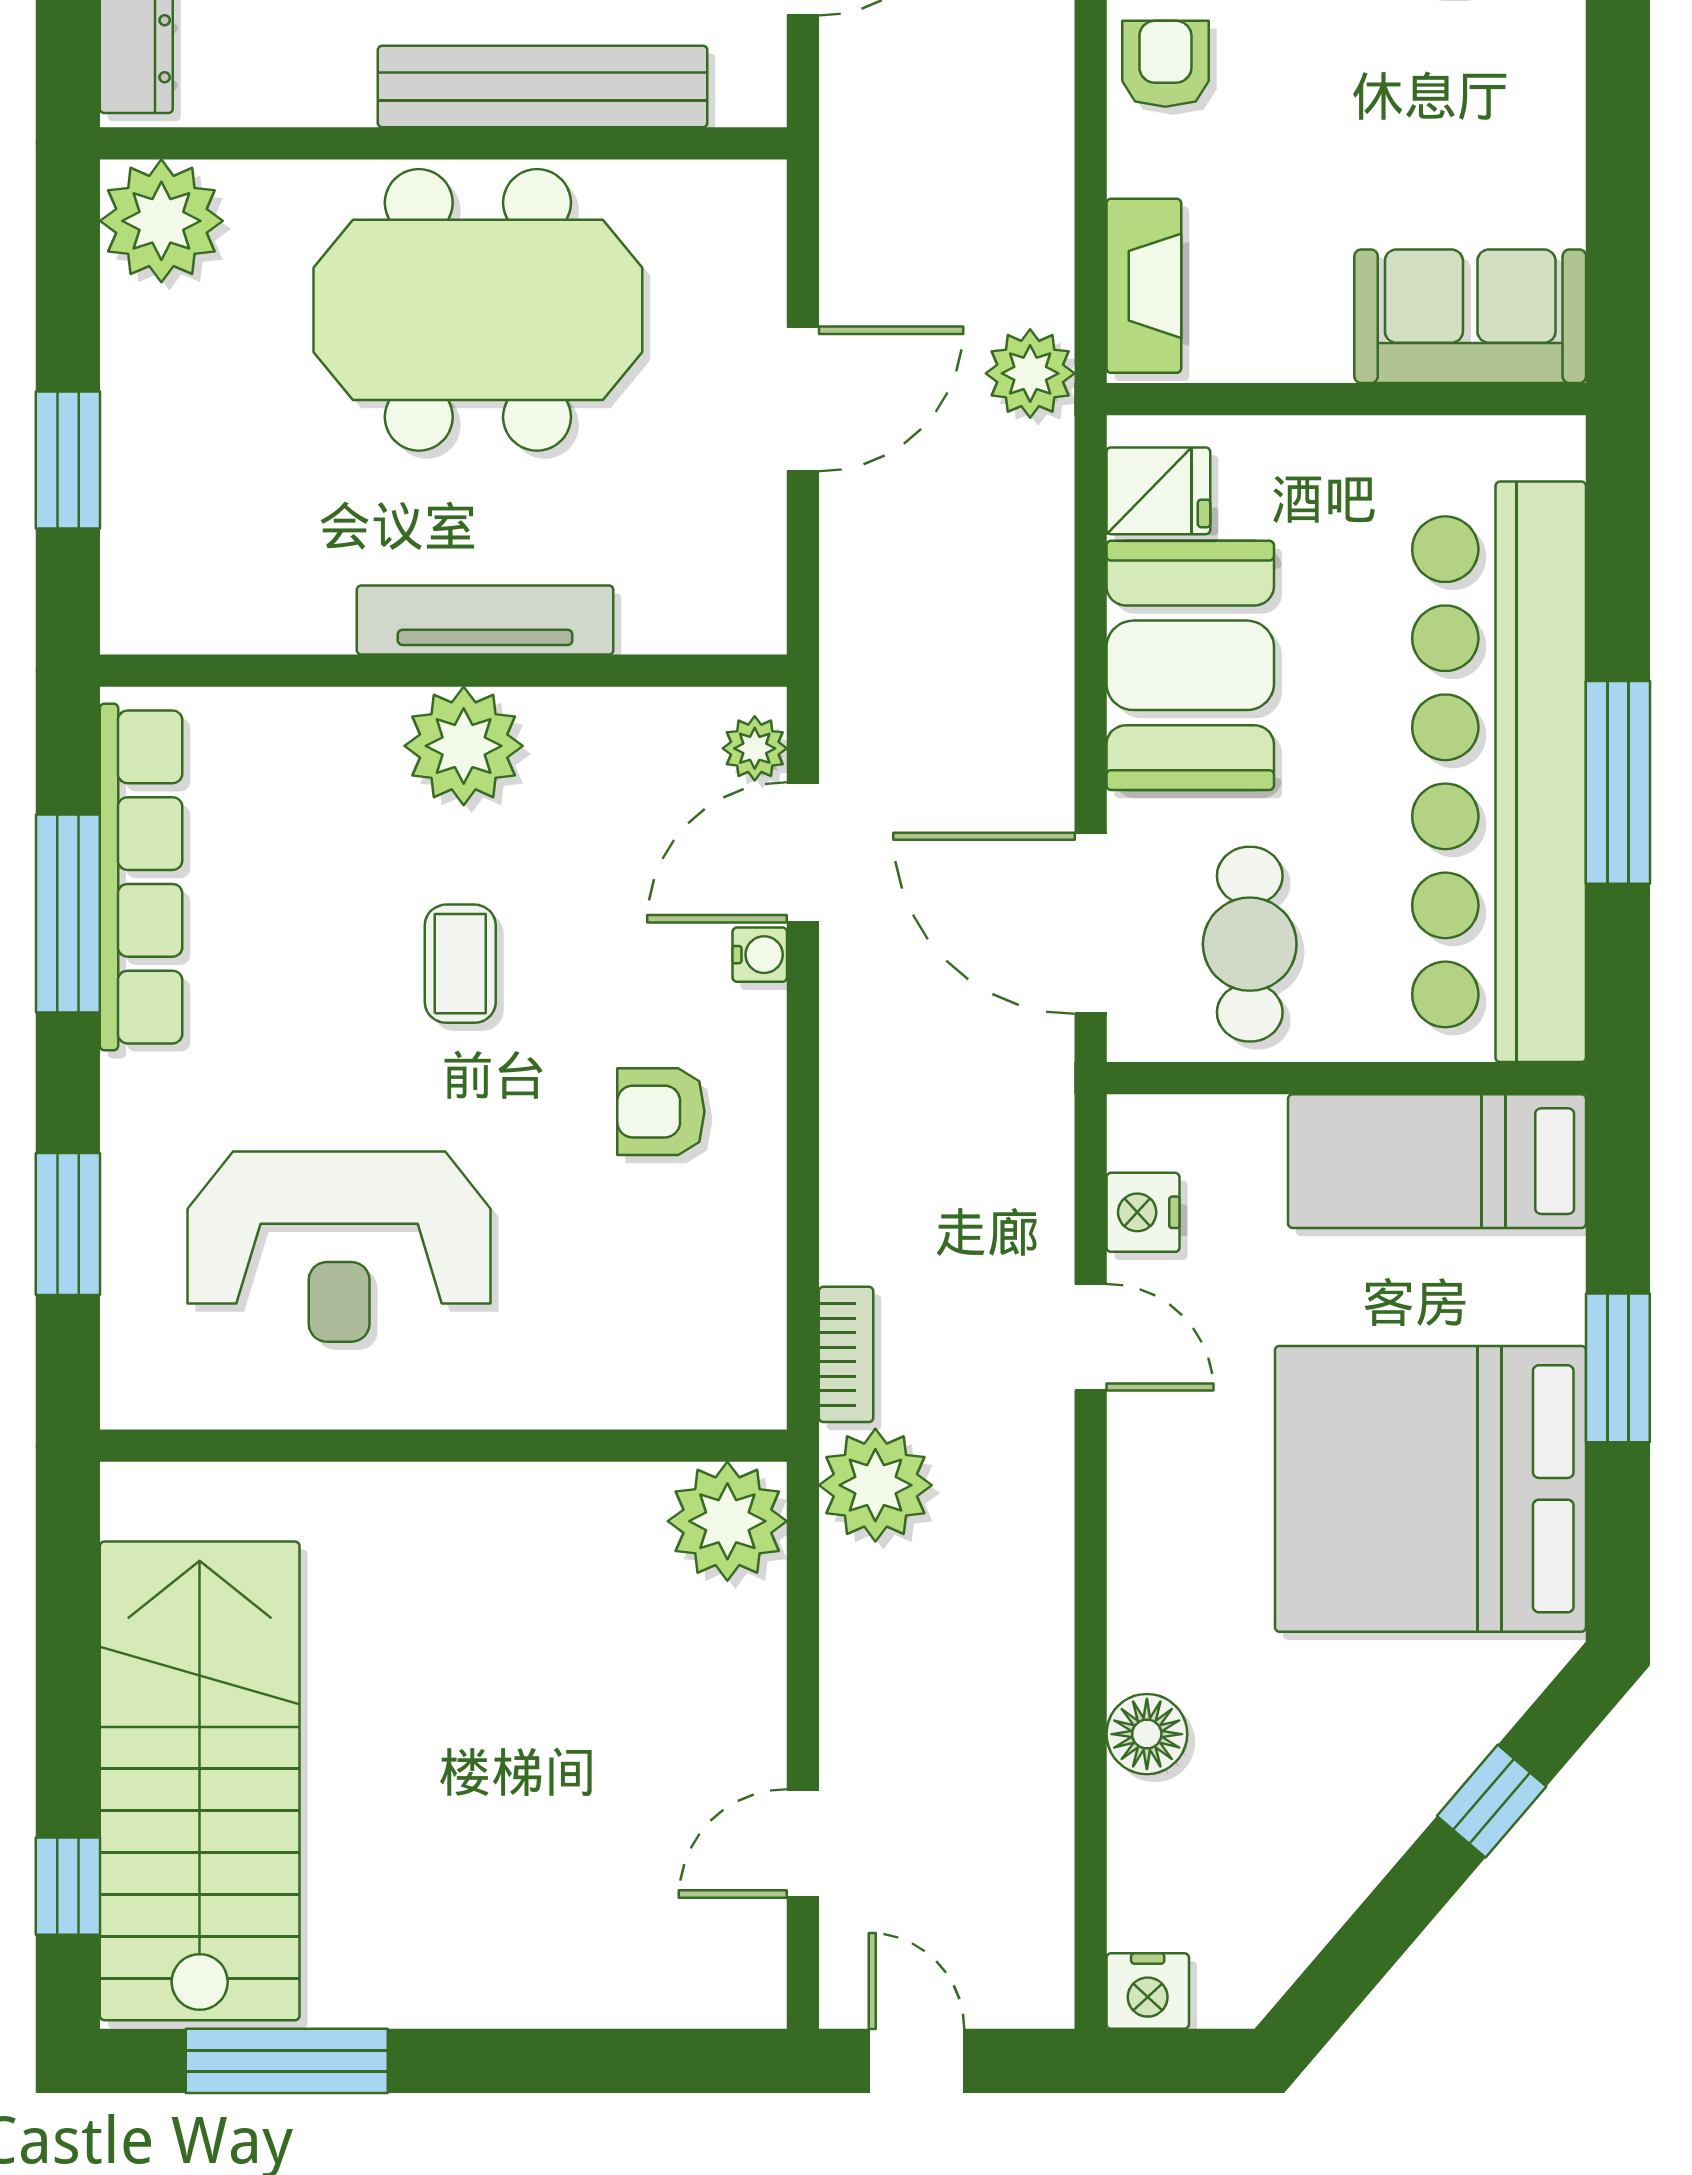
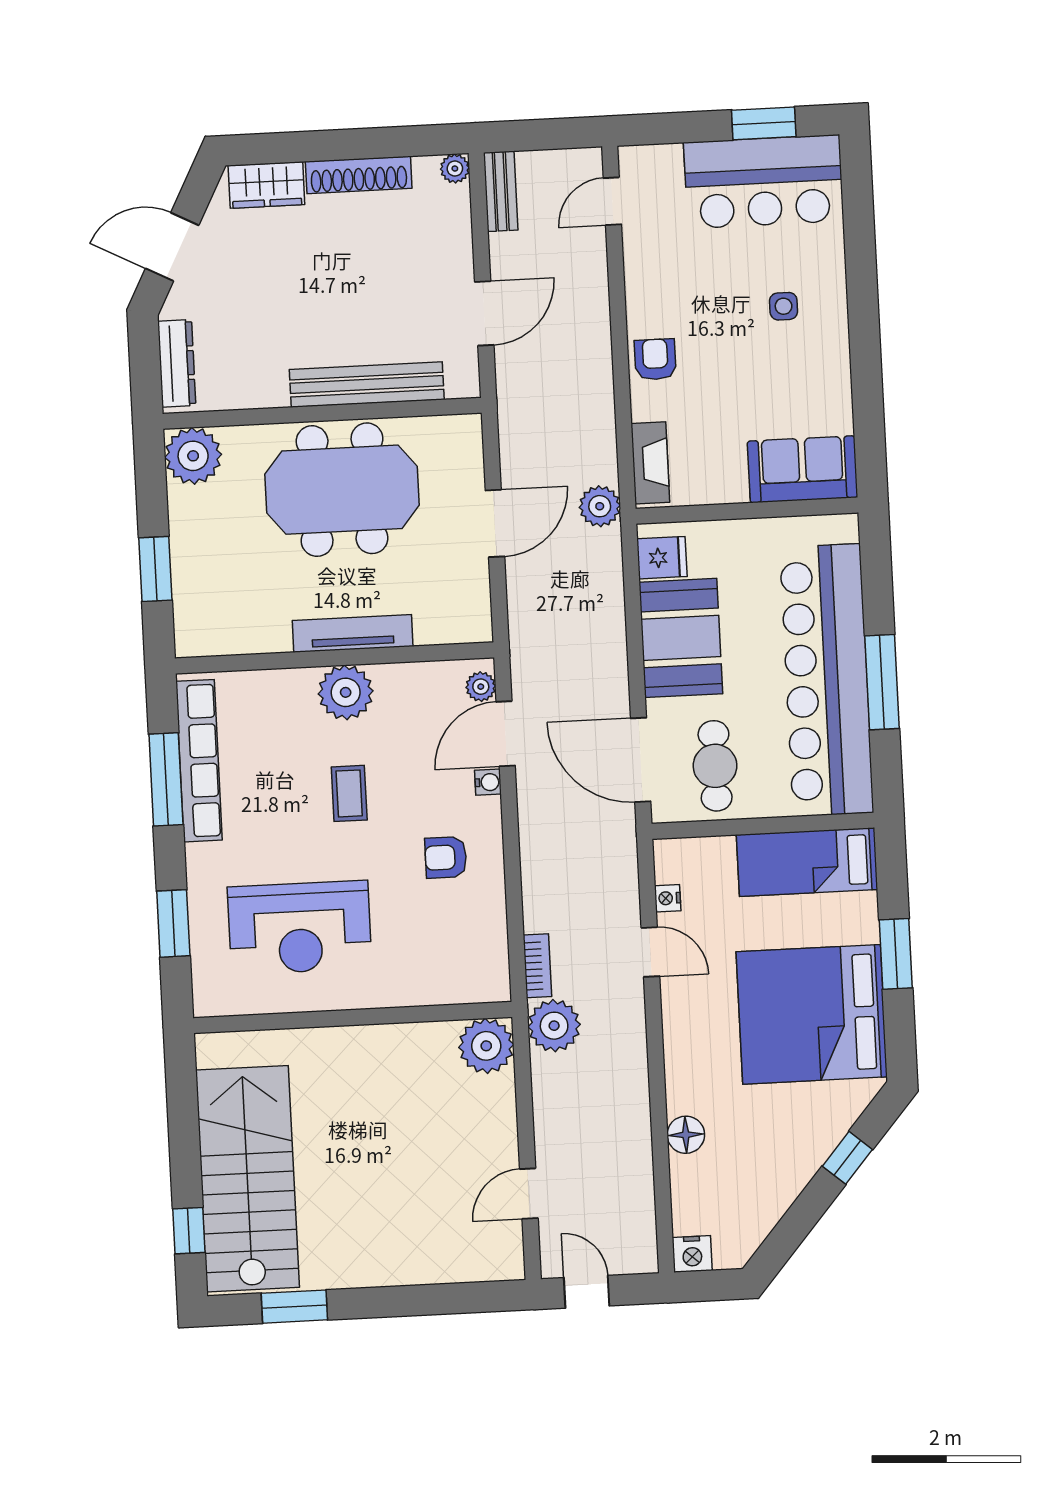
nightstand: (1143, 1212) -> (668, 898), width x0.72, depth x0.74
window: (287, 2061) -> (294, 1307), width x0.69

